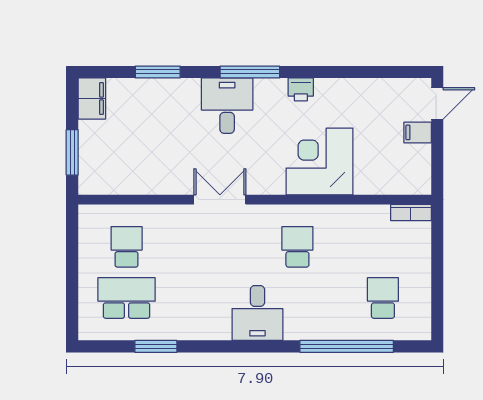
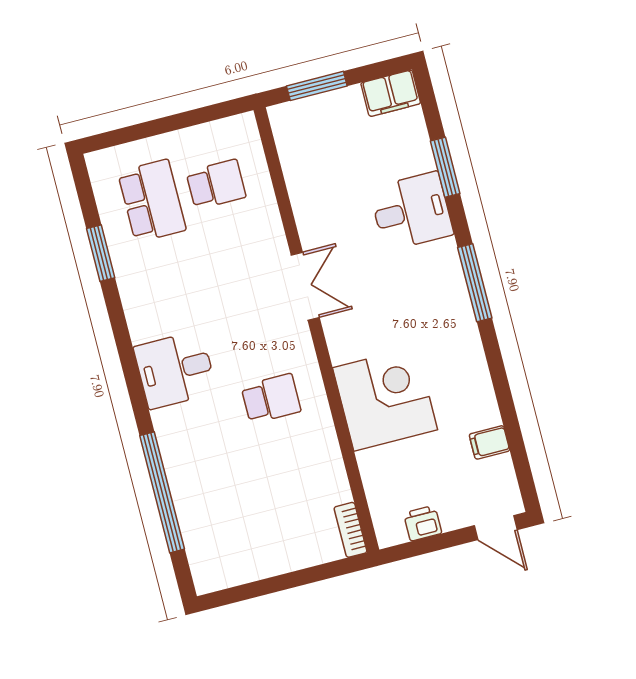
printer: (301, 89) -> (423, 523), moved, turned 90
desk: (227, 106) -> (411, 211), moved
filing cabinet: (418, 132) -> (489, 442), moved, turned -90
school desk: (383, 298) -> (234, 522), removed

